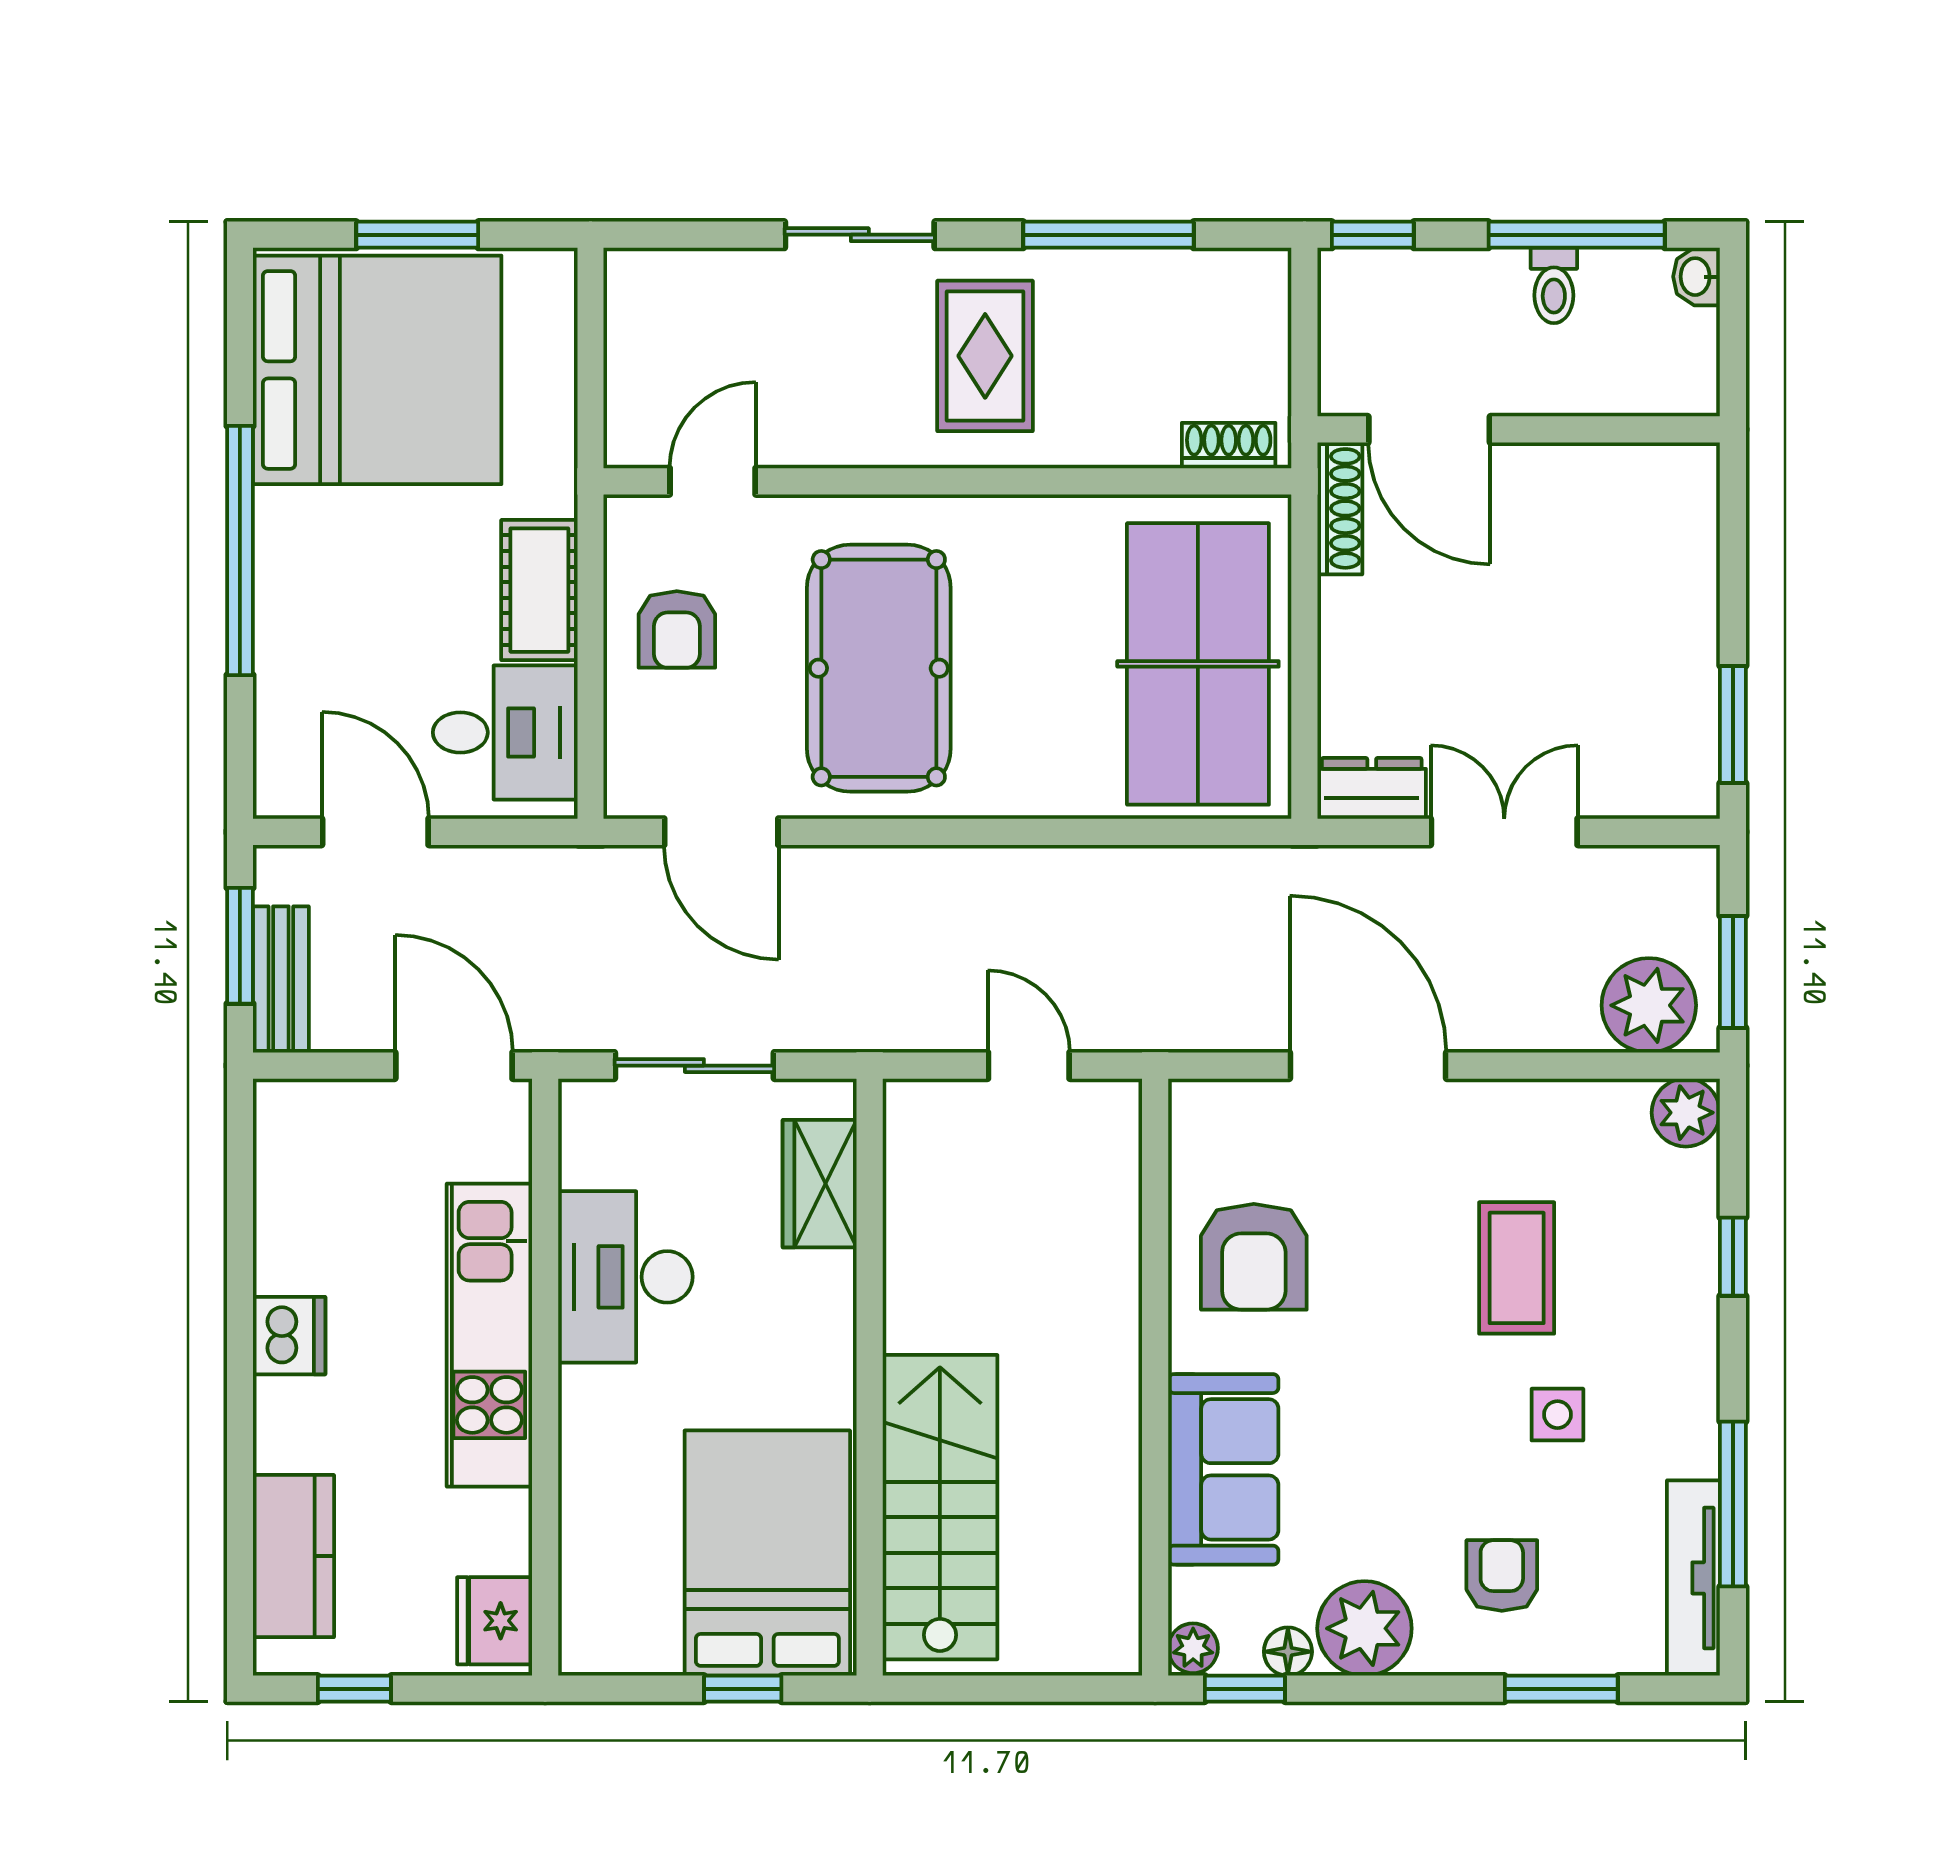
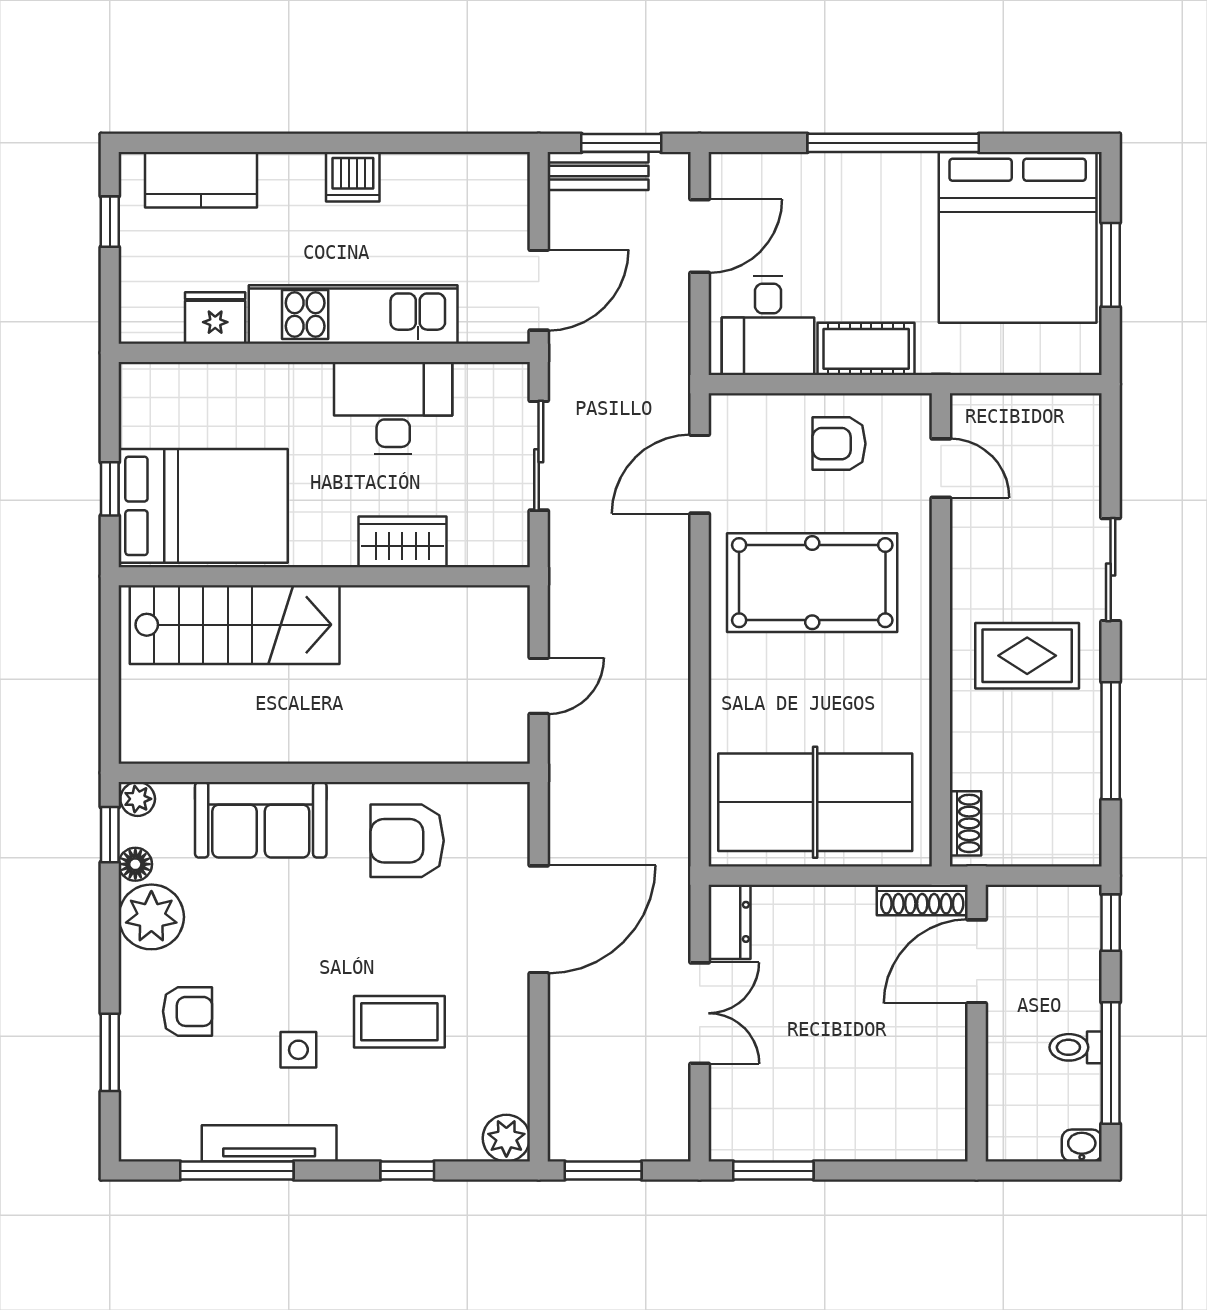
plant: (1649, 1005) -> (580, 1113), removed
wardrobe: (820, 1184) -> (402, 542), moved
tv unit: (1693, 1578) -> (269, 1143), moved
fridge: (495, 1621) -> (215, 318), moved

